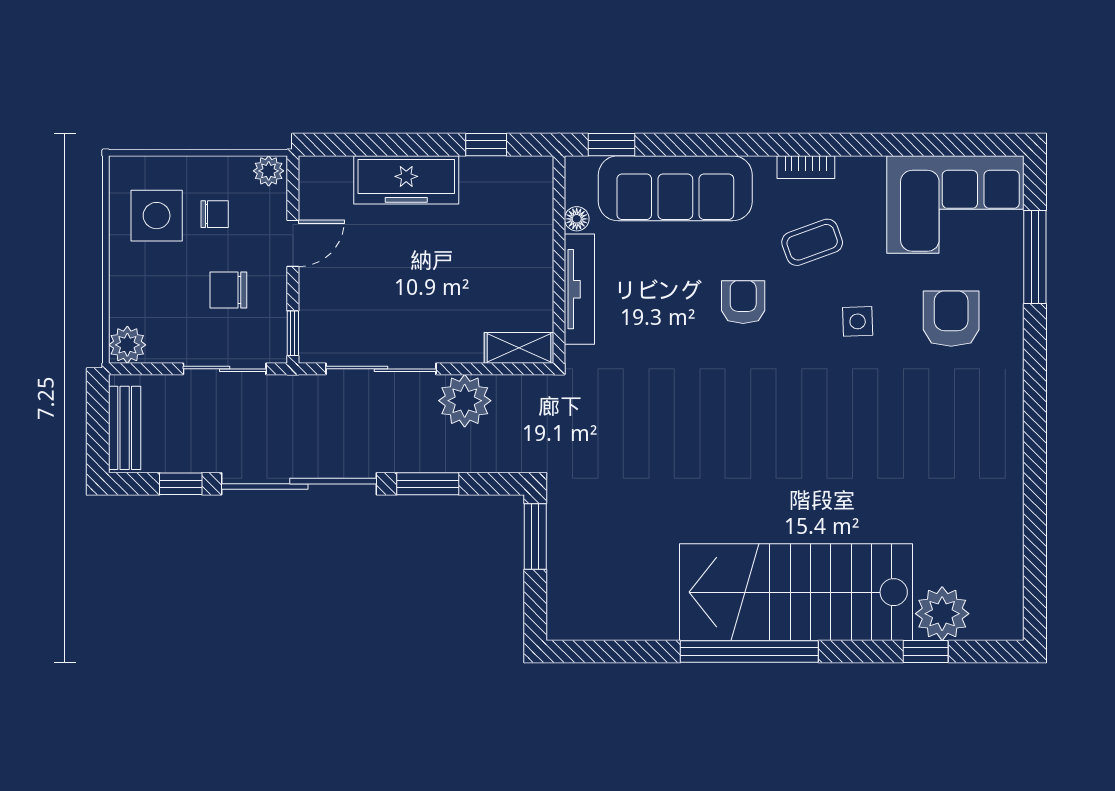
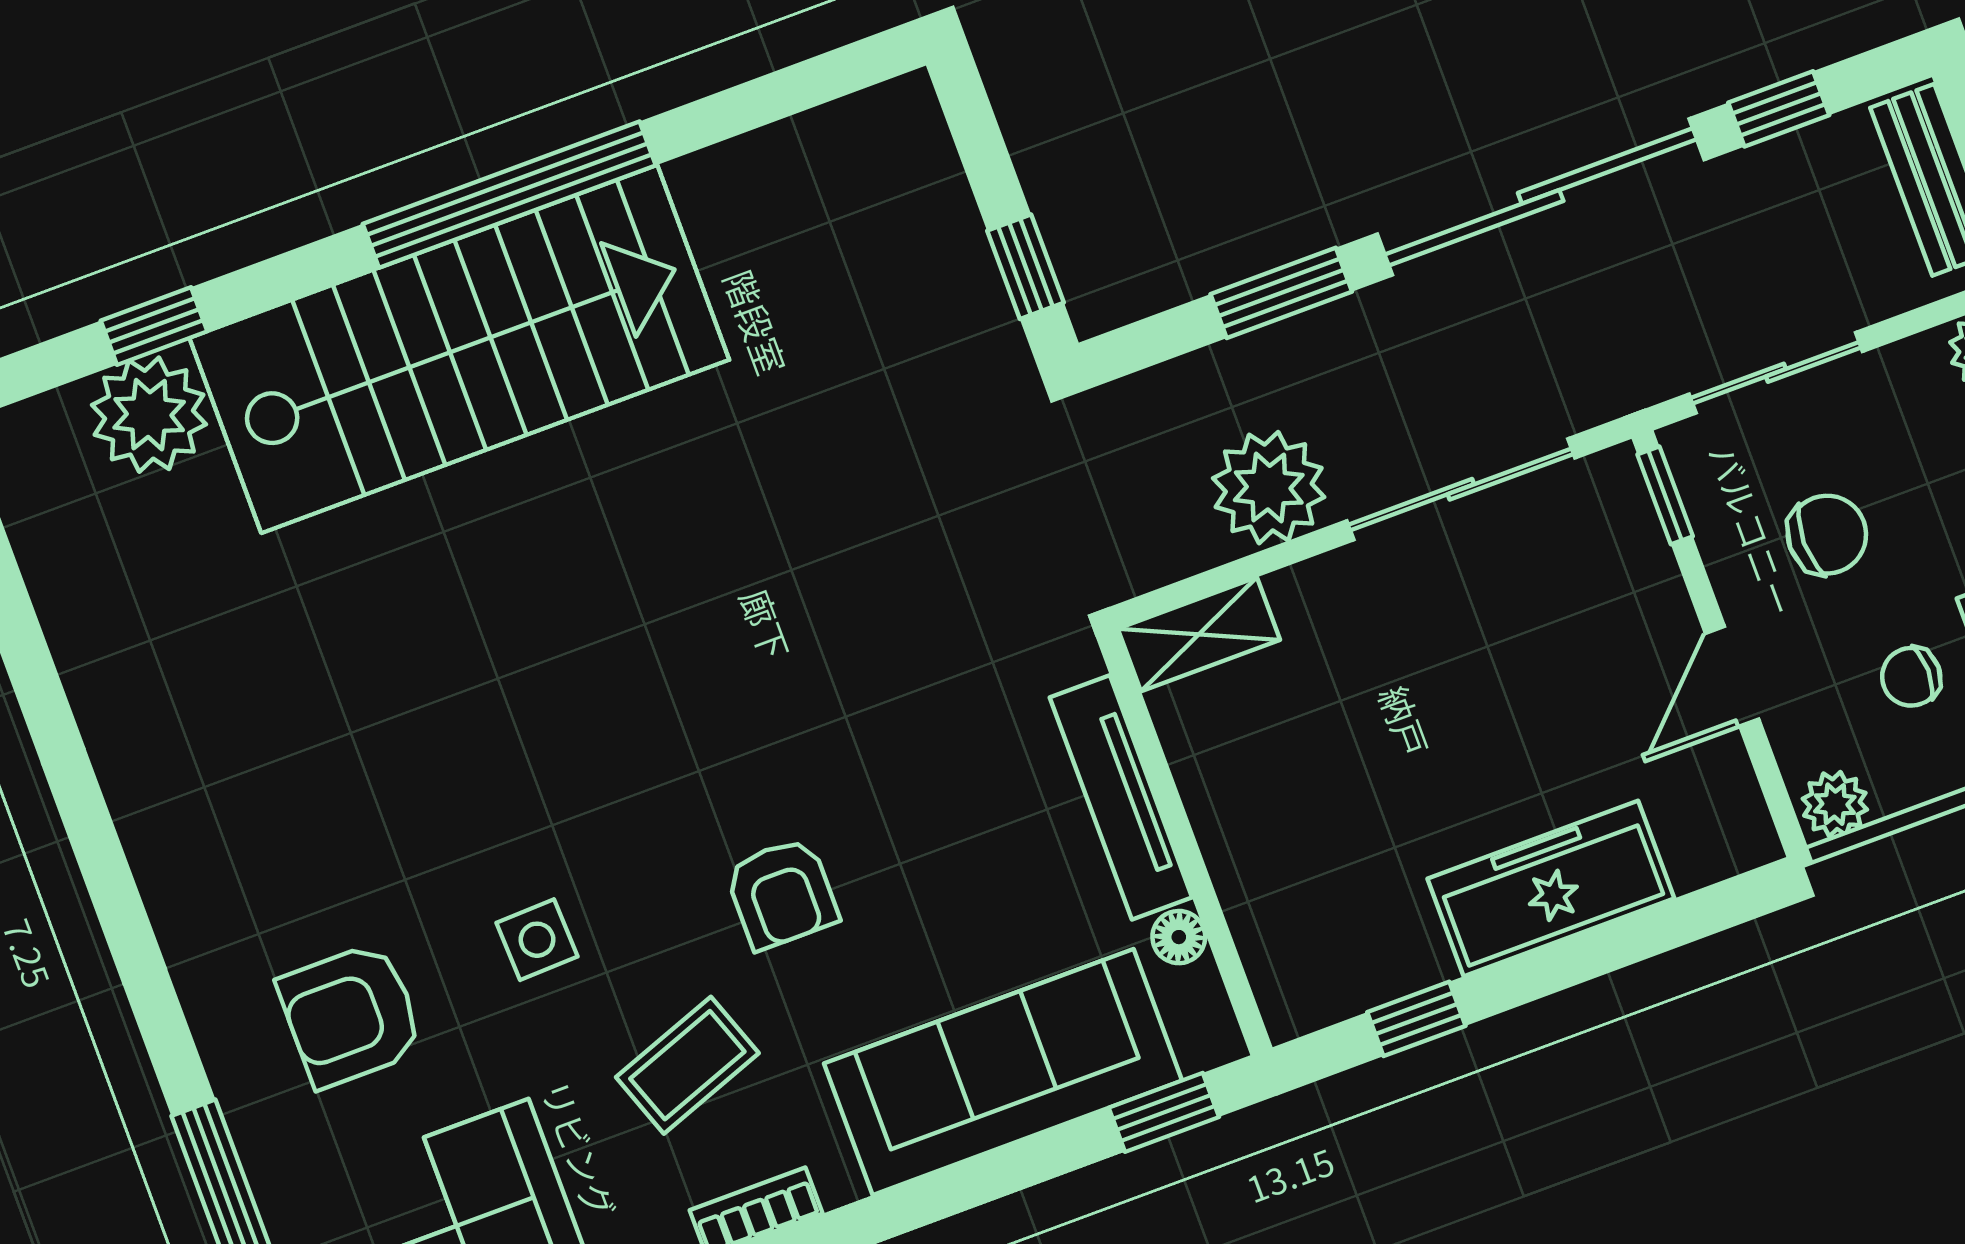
armchair: (951, 319) -> (351, 1015), turned 90
window: (535, 537) -> (1026, 267), width x0.67

